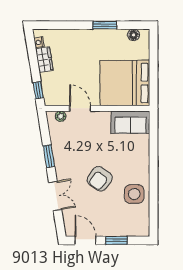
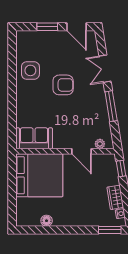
window: (105, 25) -> (110, 230), moved
floor lamp: (133, 35) -> (47, 221), moved
window: (49, 156) -> (111, 106), width x1.44
armchair: (100, 179) -> (63, 85), turned 55

